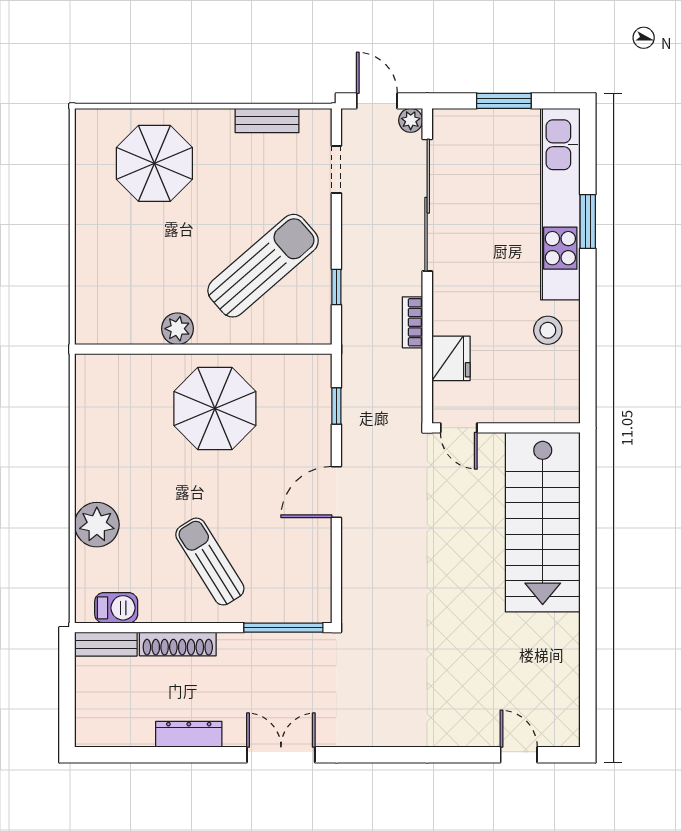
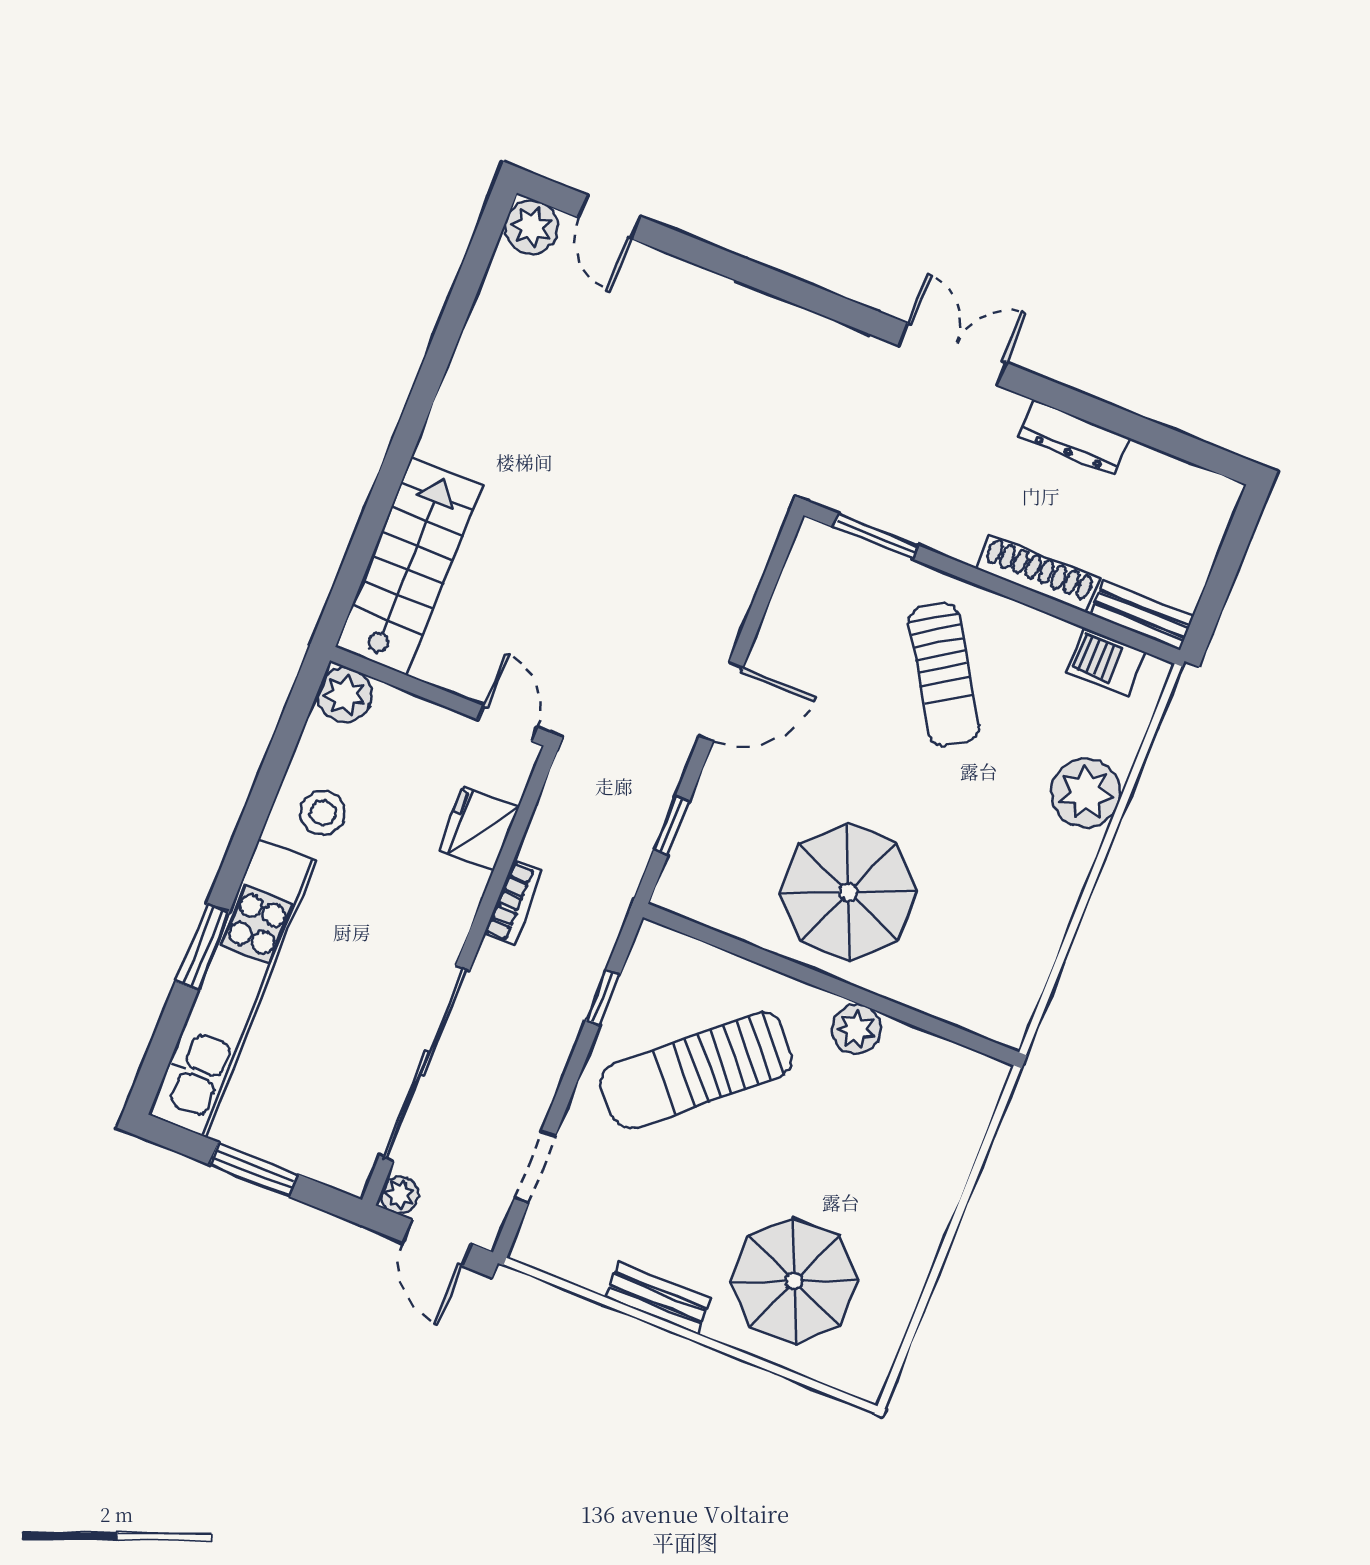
bench: (267, 121) -> (658, 1298), moved
plant: (563, 406) -> (345, 695), added
stairs: (543, 522) -> (409, 566), width x0.73, depth x0.66
window: (283, 628) -> (876, 536), width x0.69
plant: (563, 730) -> (531, 227), added
double door: (281, 755) -> (953, 354), swing flipped

